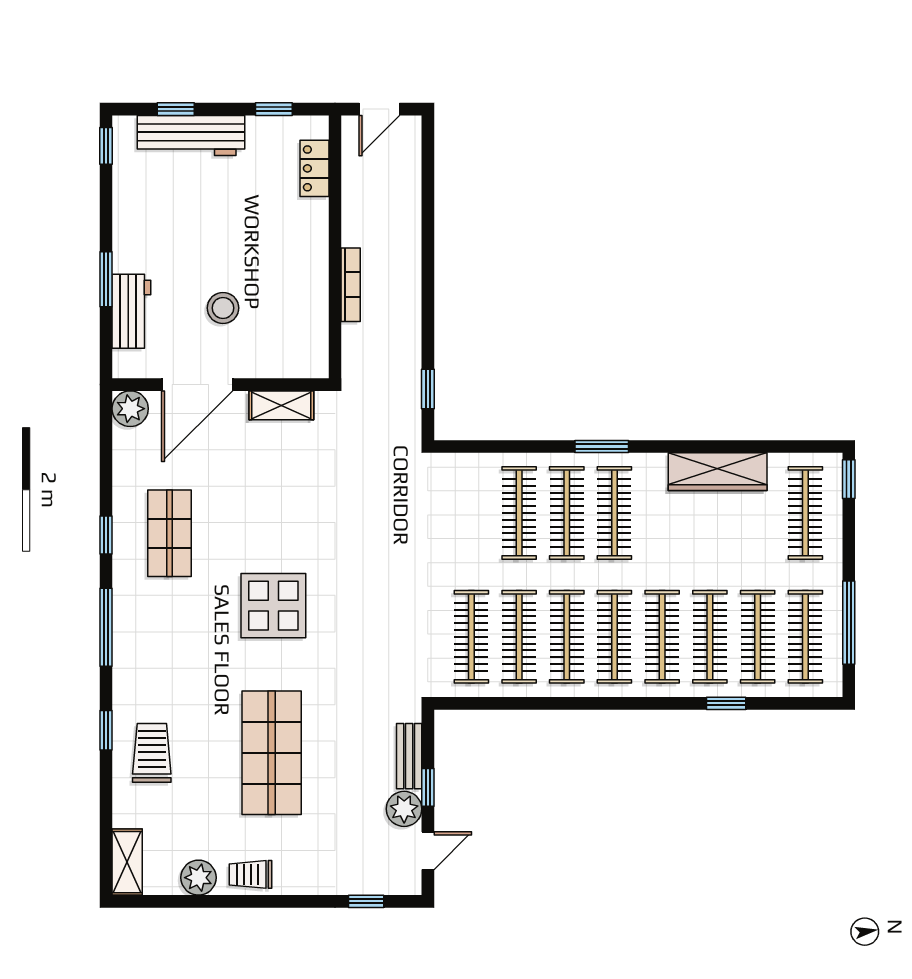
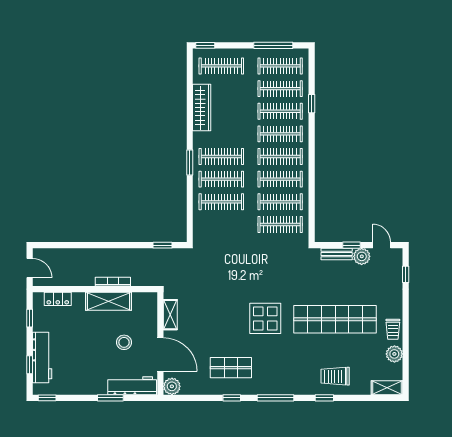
shelving: (310, 275) -> (109, 301), added
workbench: (131, 311) -> (132, 386), width x1.38
shop shelf: (272, 753) -> (335, 319), width x1.40

